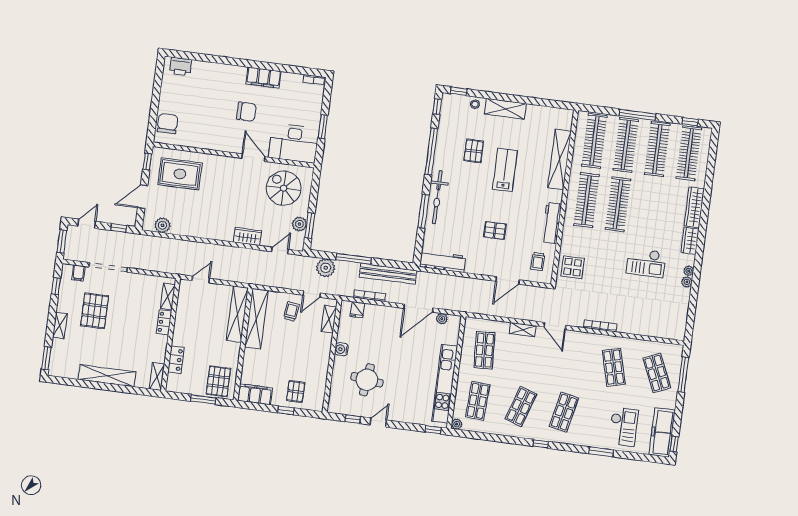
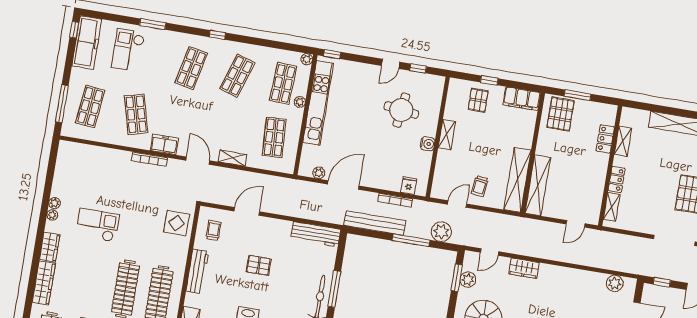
shelving: (329, 319) -> (447, 135), moved
freezer: (586, 340) -> (164, 144), added
shop shelf: (657, 373) -> (90, 107), turned 30
shelving: (157, 376) -> (623, 141), moved
plant: (462, 384) -> (300, 102), added

